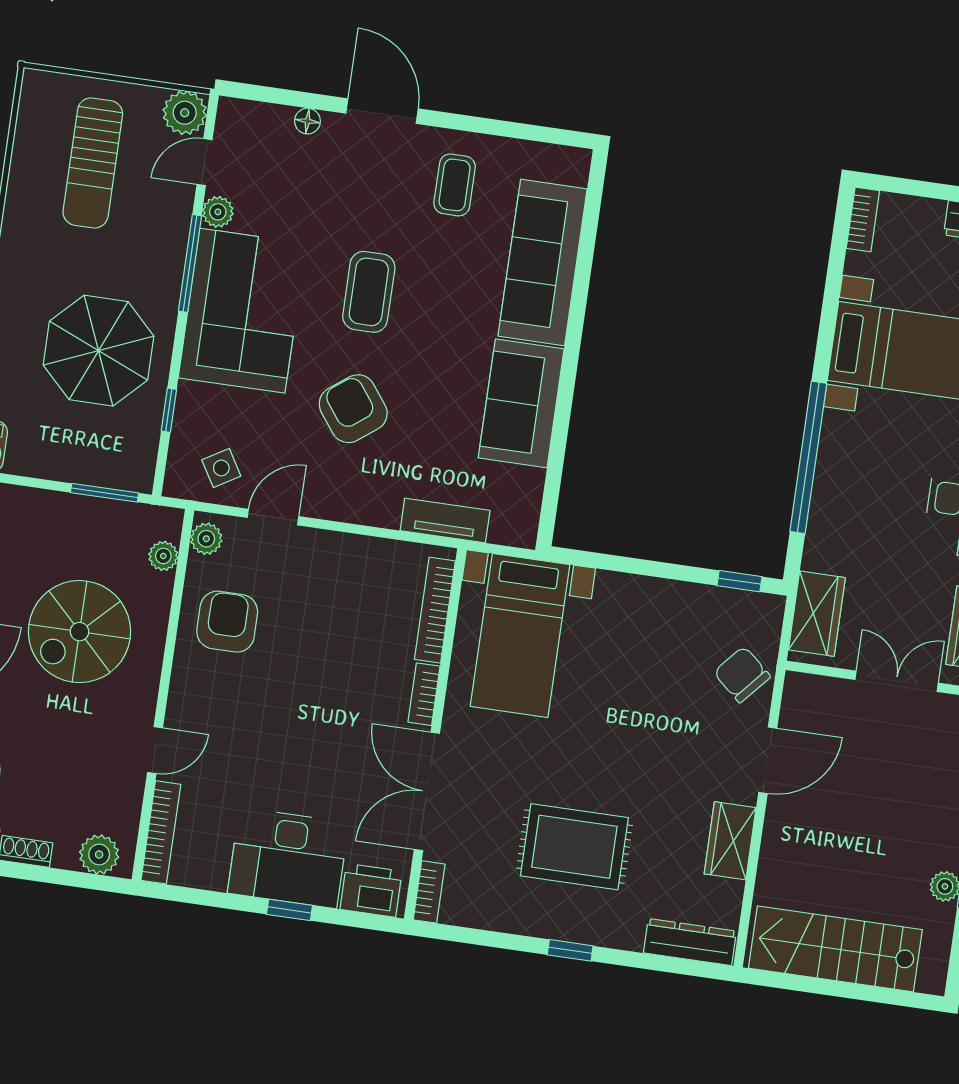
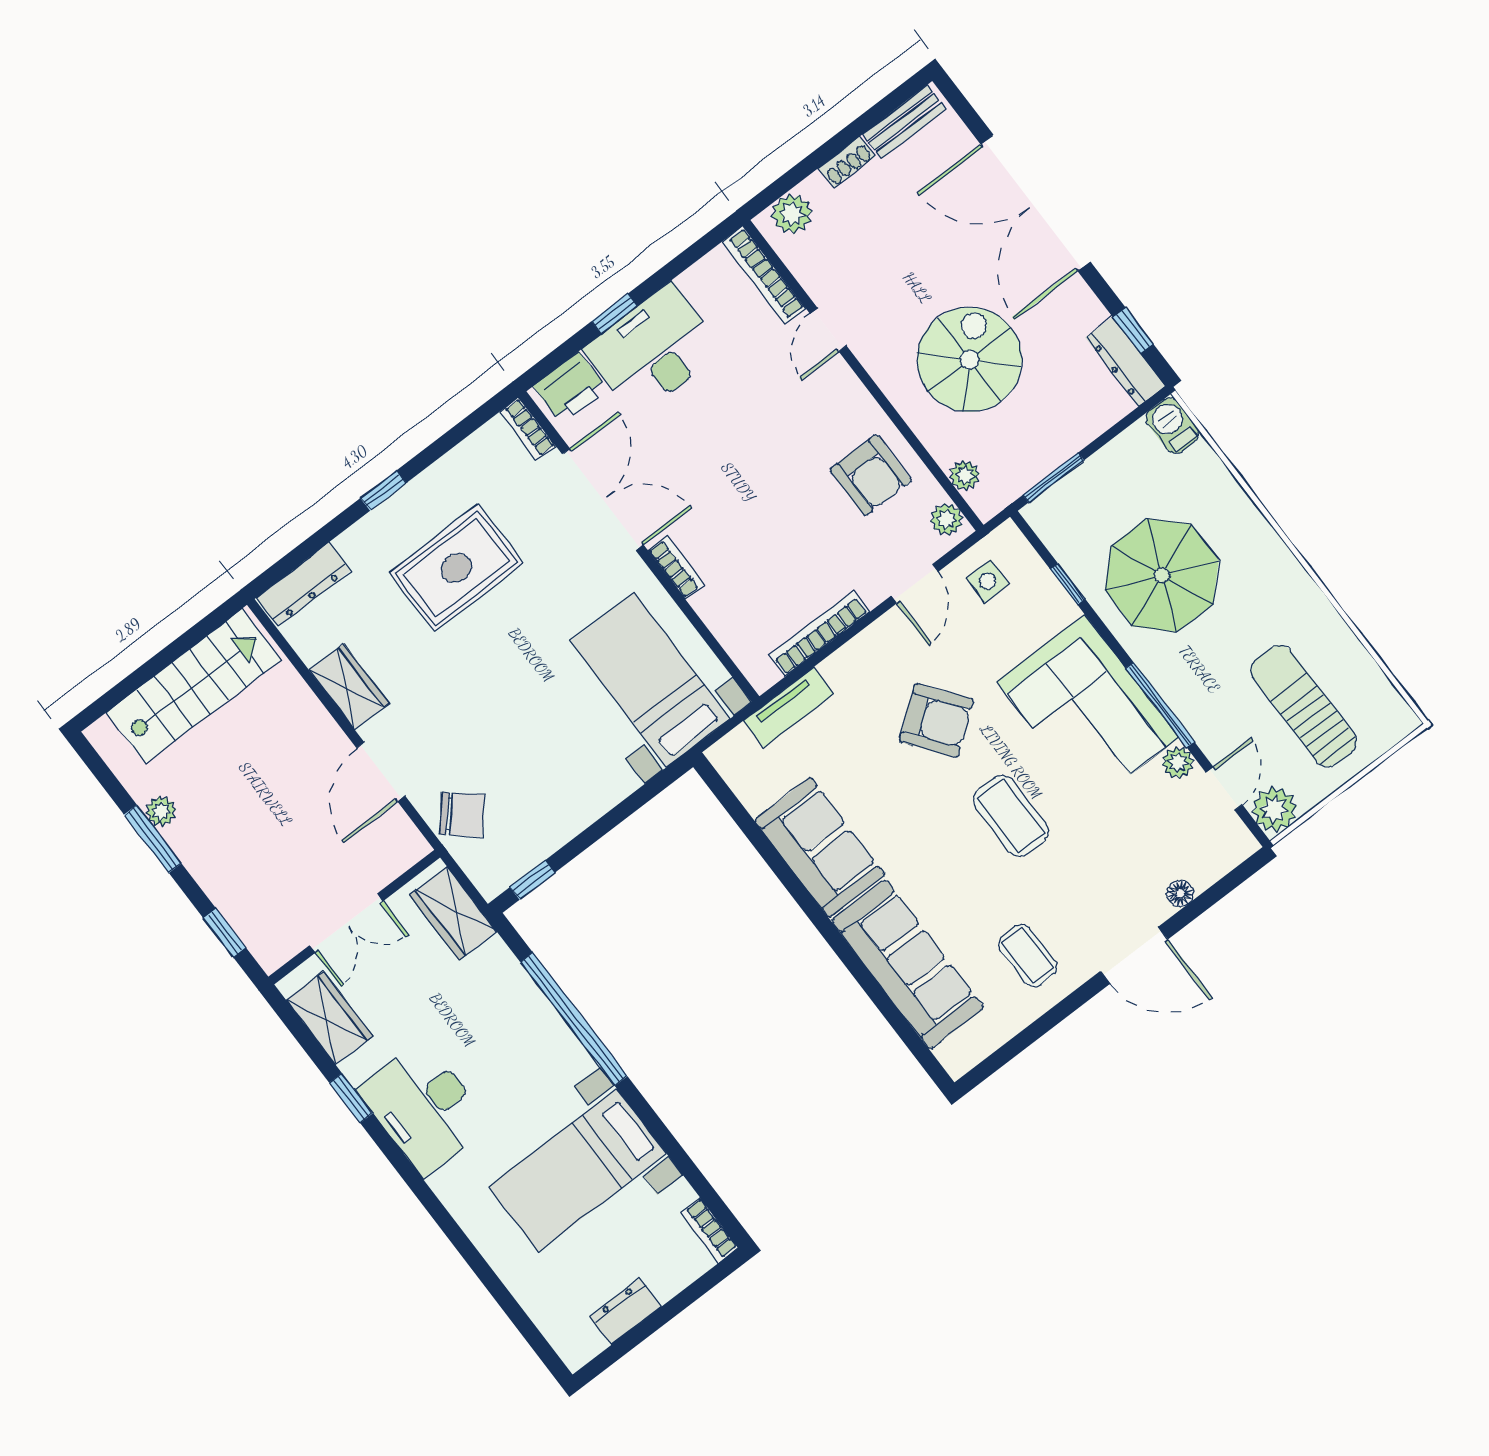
side table: (221, 468) -> (988, 581), turned 31
bookcase: (435, 610) -> (819, 633), moved, turned -90

